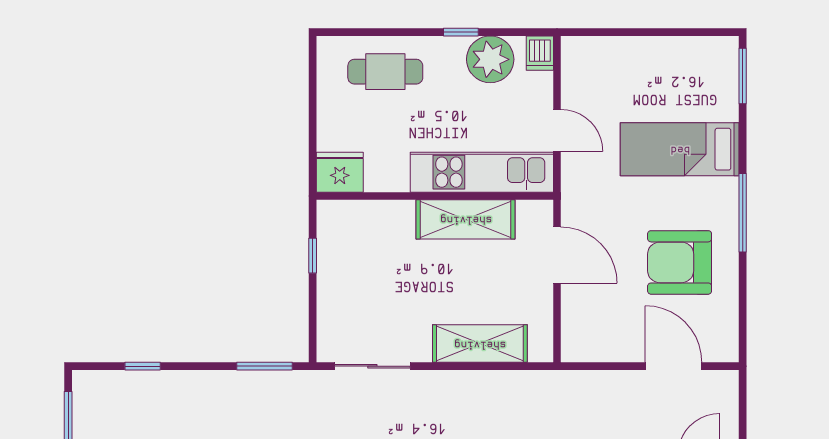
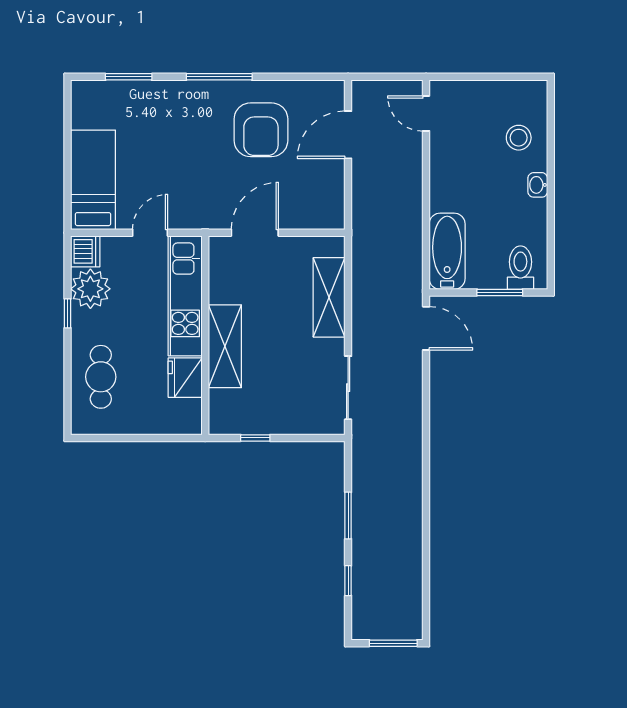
dishwasher: (540, 53) -> (85, 251), width x1.38
window: (743, 76) -> (129, 77), moved
bed: (680, 149) -> (93, 180), moved, turned 180
fridge: (340, 172) -> (185, 378), moved
shelving: (466, 219) -> (225, 346), moved
window: (265, 366) -> (348, 515), moved

